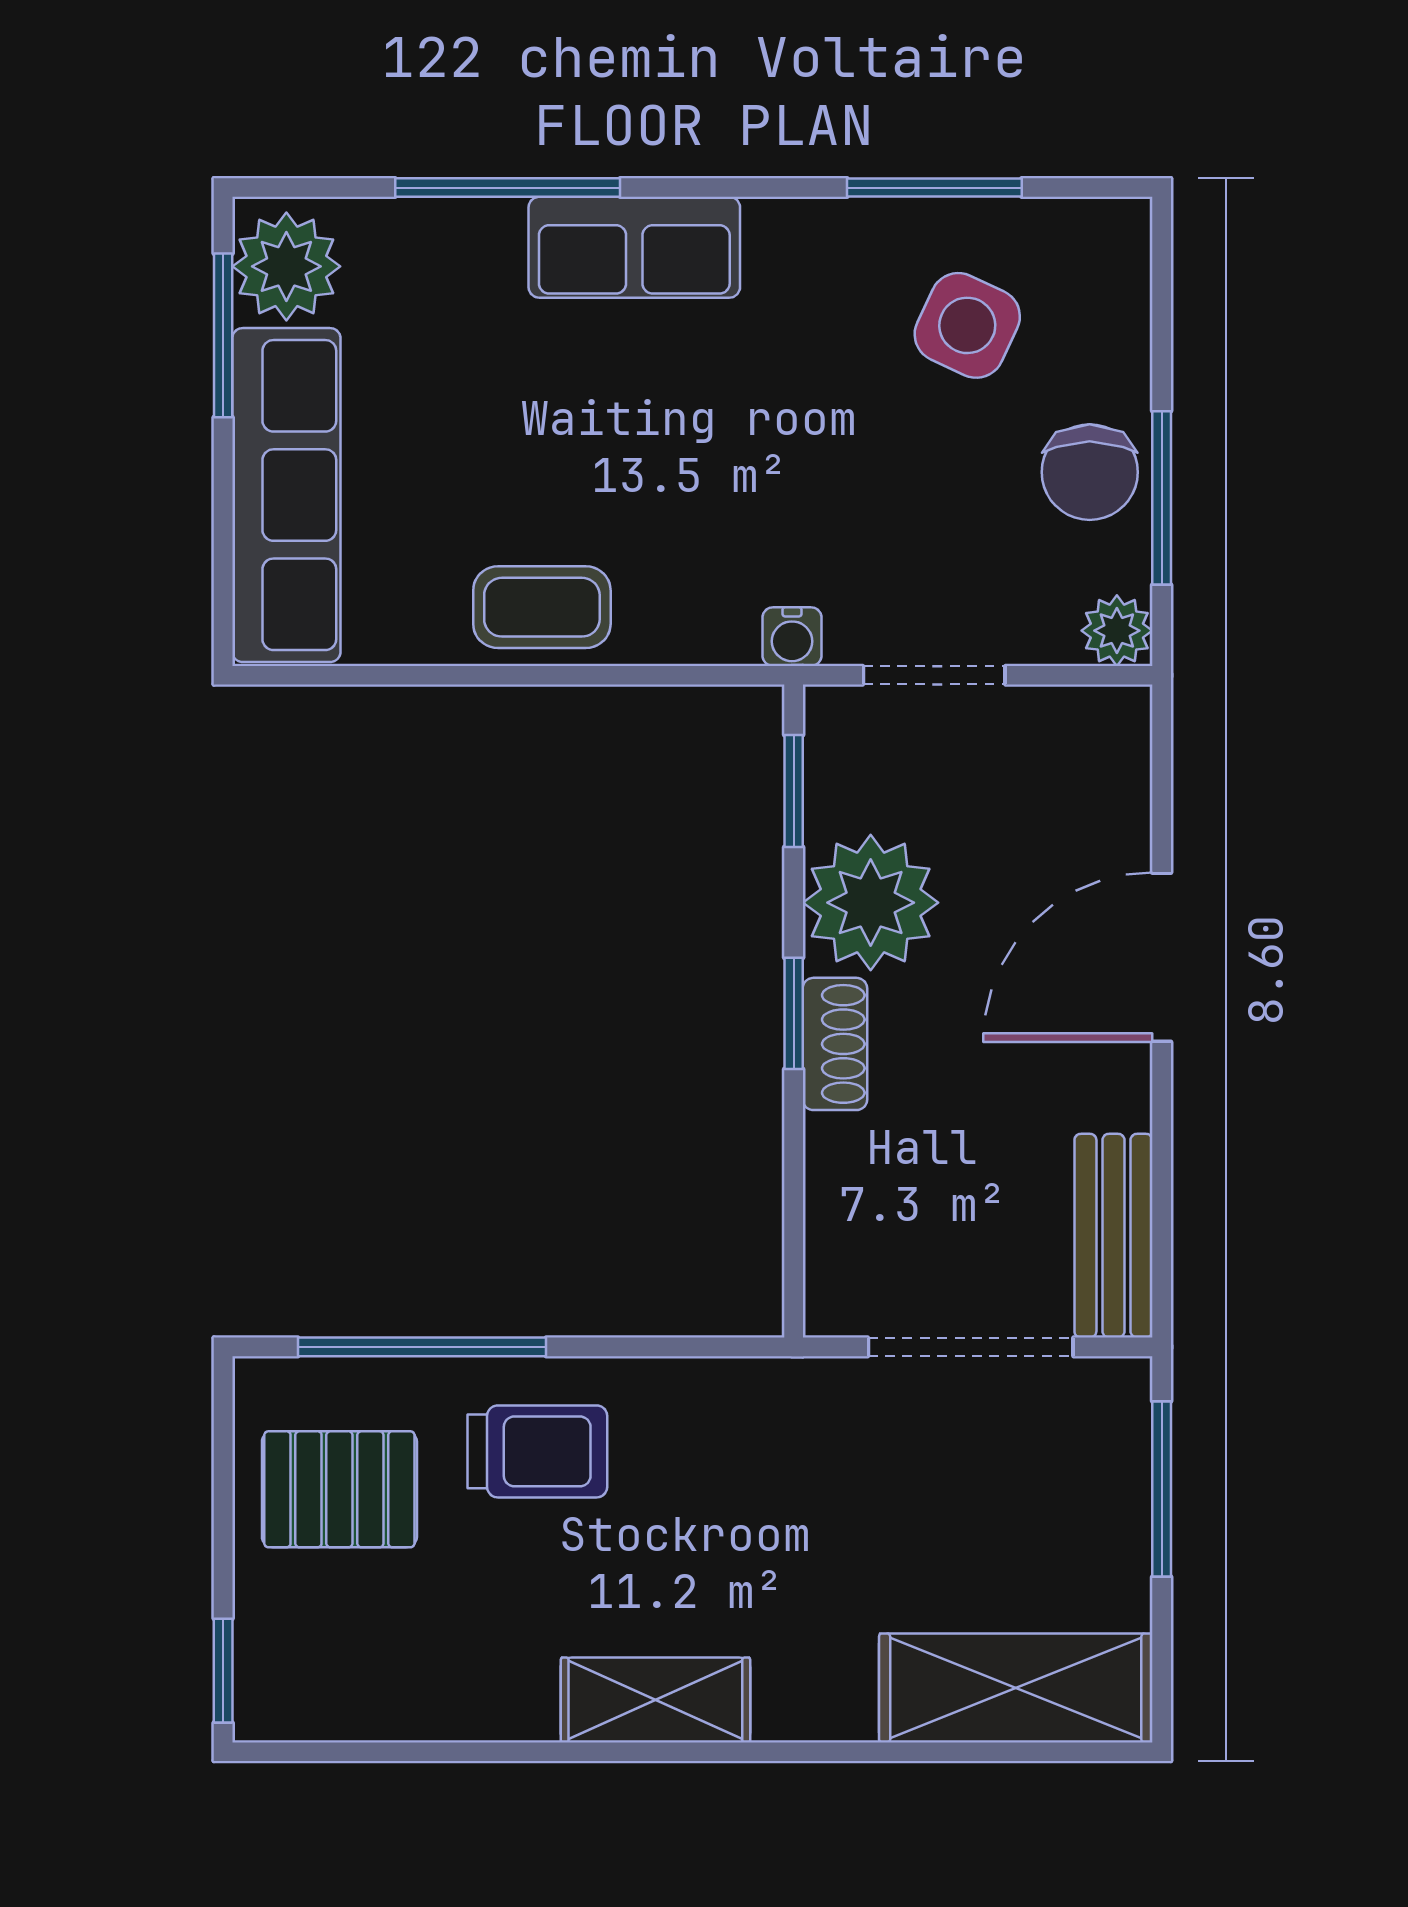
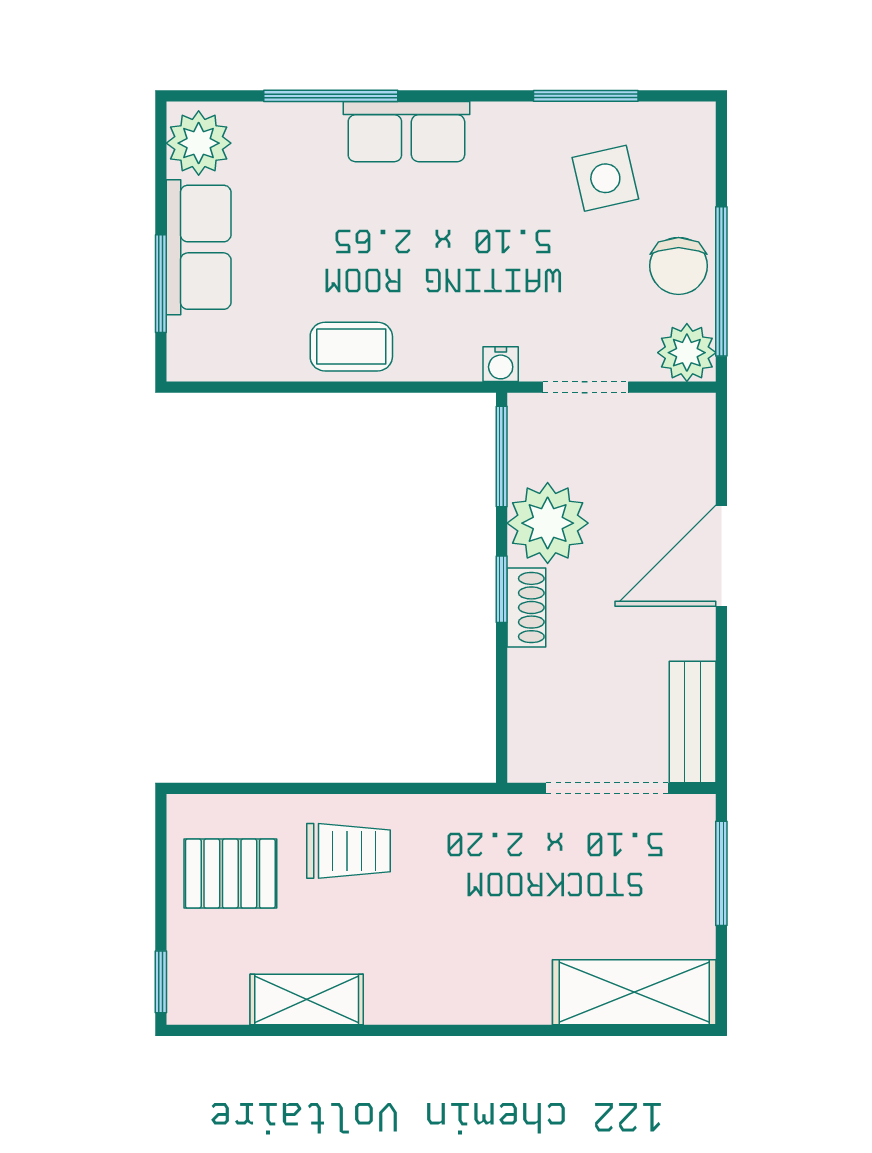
side table: (967, 325) -> (605, 178), turned -38
window: (223, 335) -> (161, 284), moved
row of seats: (286, 495) -> (199, 247), width x0.68
window: (1162, 498) -> (721, 281), width x1.44
plant: (1117, 631) -> (687, 353), width x1.38, depth x1.38
window: (794, 791) -> (502, 456), width x1.50
window: (422, 1347) -> (280, 788), removed
shelving: (655, 1700) -> (307, 999), moved

